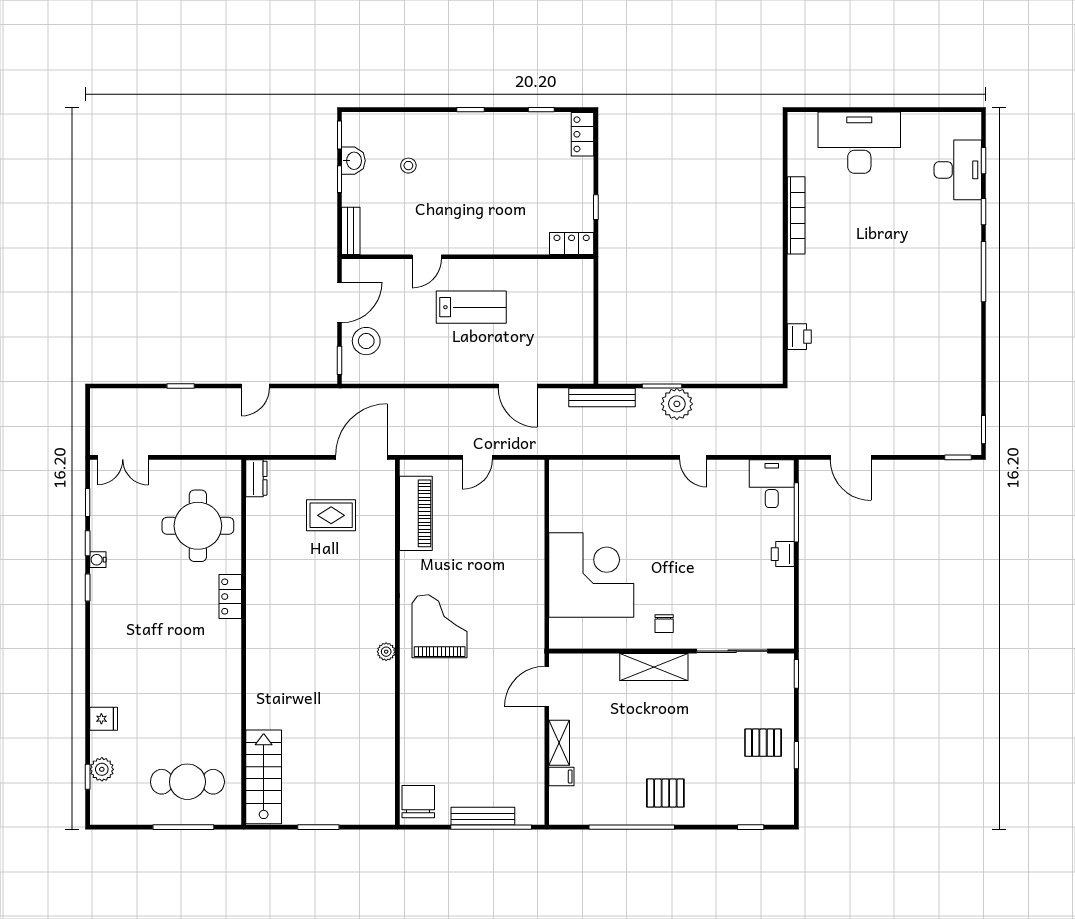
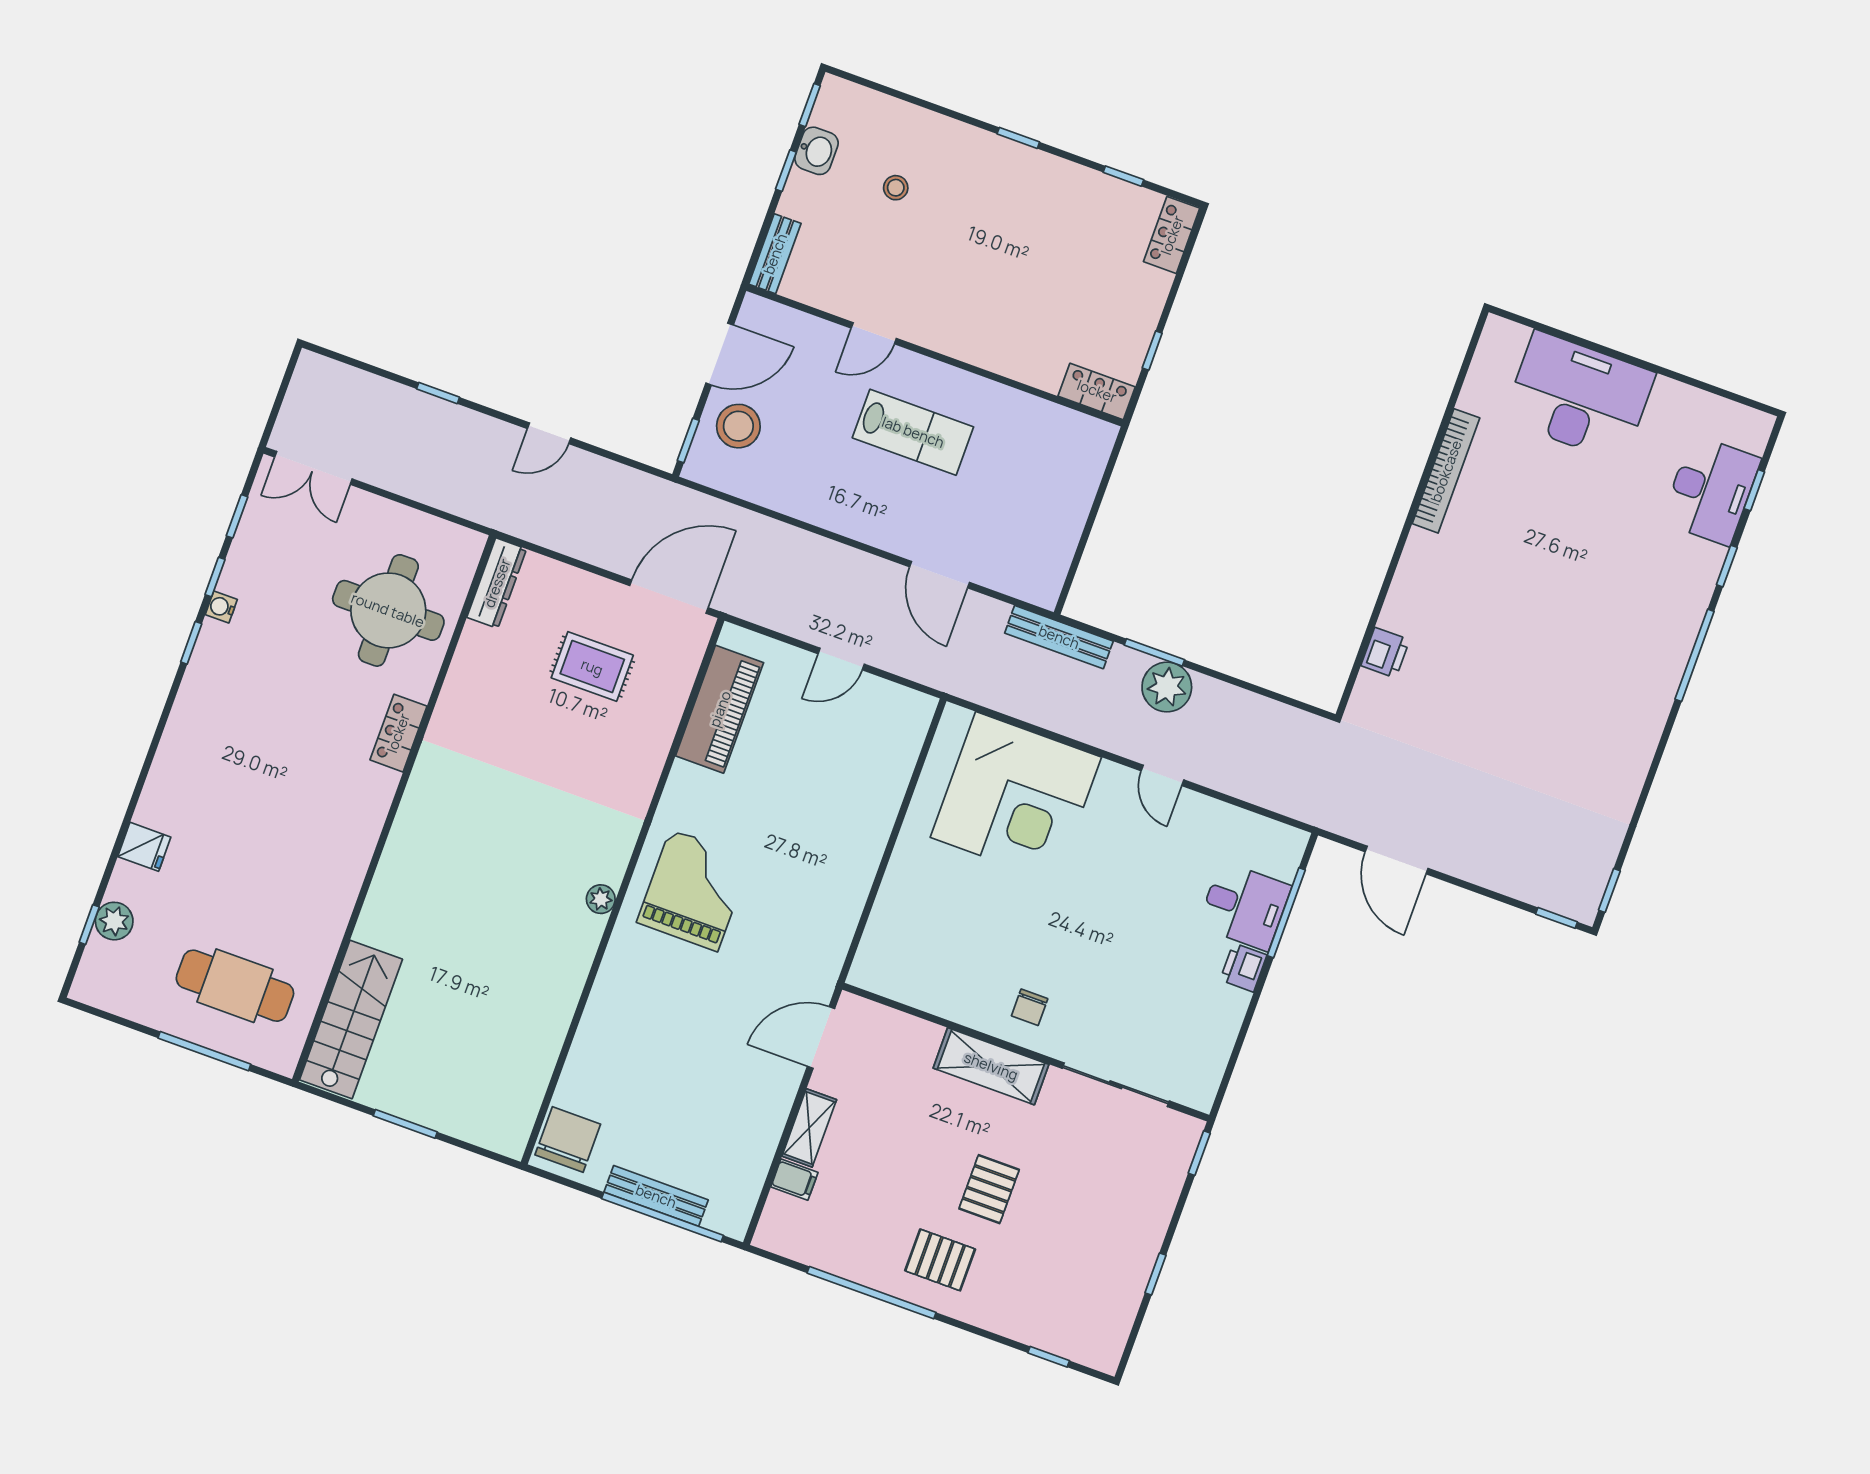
dresser: (256, 478) -> (497, 583), width x1.44
desk: (772, 484) -> (1244, 906), moved, turned 90
corner desk: (591, 575) -> (1016, 797), moved, turned 90
pallet: (763, 743) -> (989, 1189), moved, turned 90

